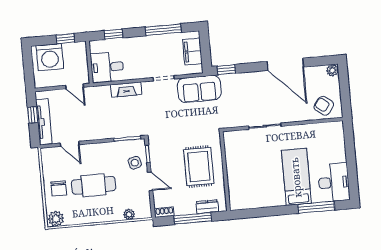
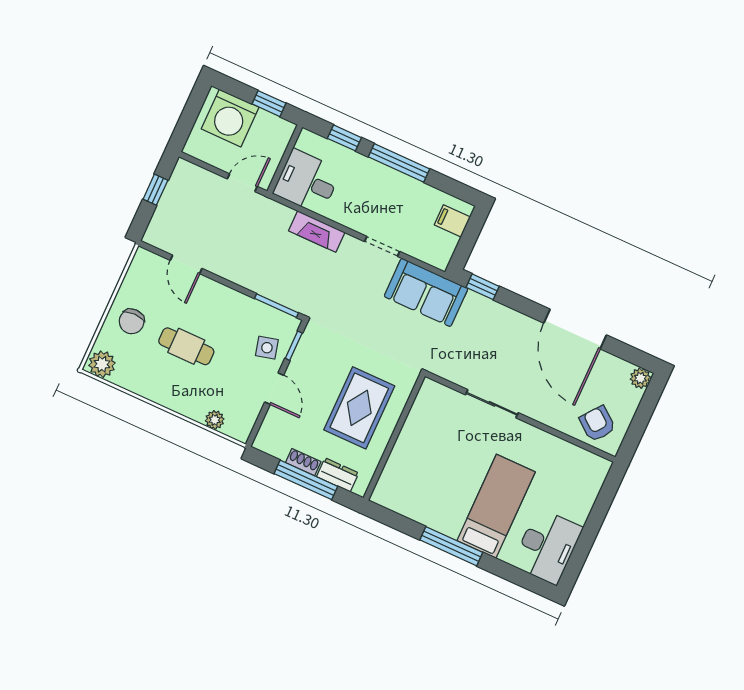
window: (163, 30) -> (399, 163), moved
filing cabinet: (192, 52) -> (452, 221), width x0.50
door: (75, 86) -> (242, 183), swing flipped
tv unit: (44, 122) -> (166, 209), removed
cafe table: (94, 185) -> (186, 346), width x0.73, depth x0.74
window: (316, 207) -> (451, 546), moved
shoe rack: (164, 212) -> (303, 462), moved

